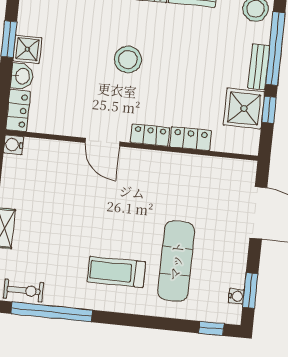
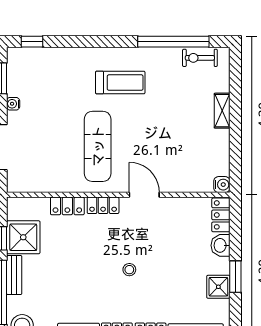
shower: (27, 49) -> (218, 287), moved
stool: (128, 59) -> (129, 270), width x0.53, depth x0.53
exercise mat: (176, 261) -> (98, 146), moved
water cooler: (236, 296) -> (13, 104), moved

